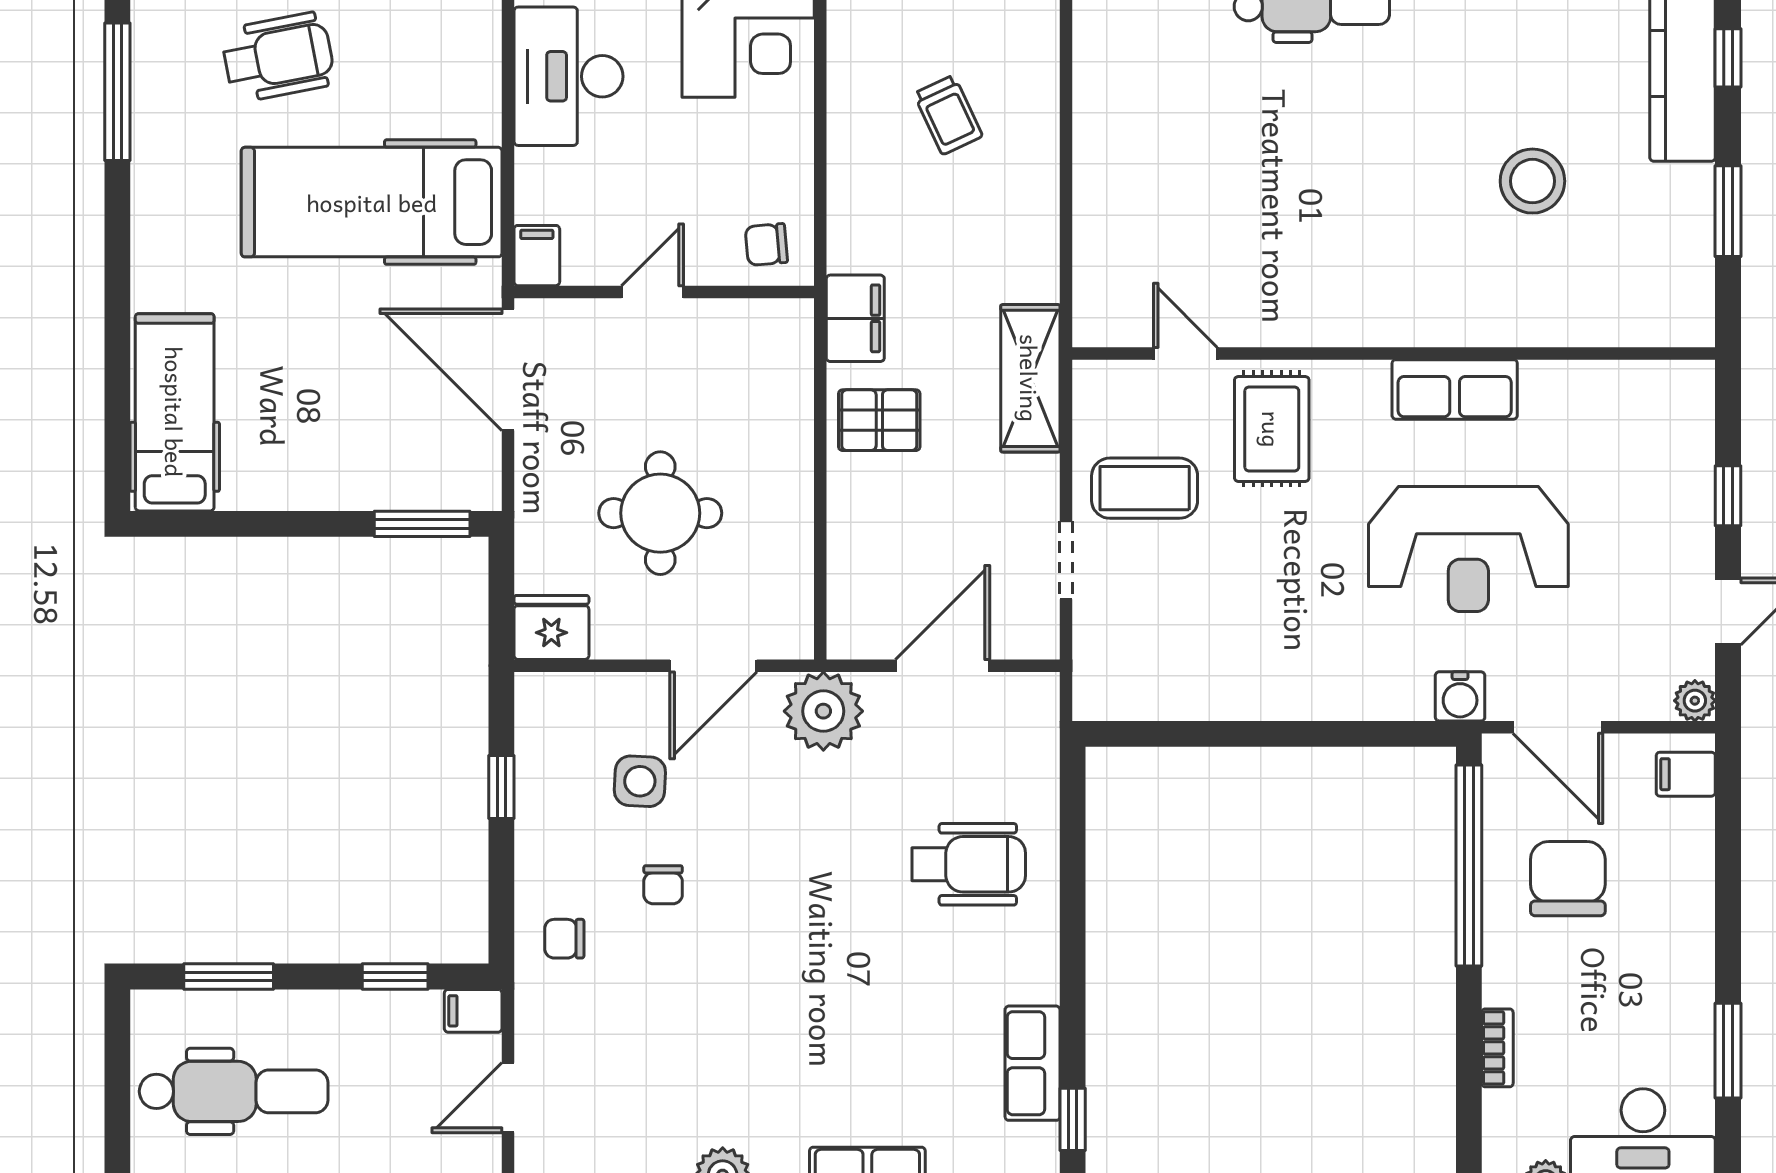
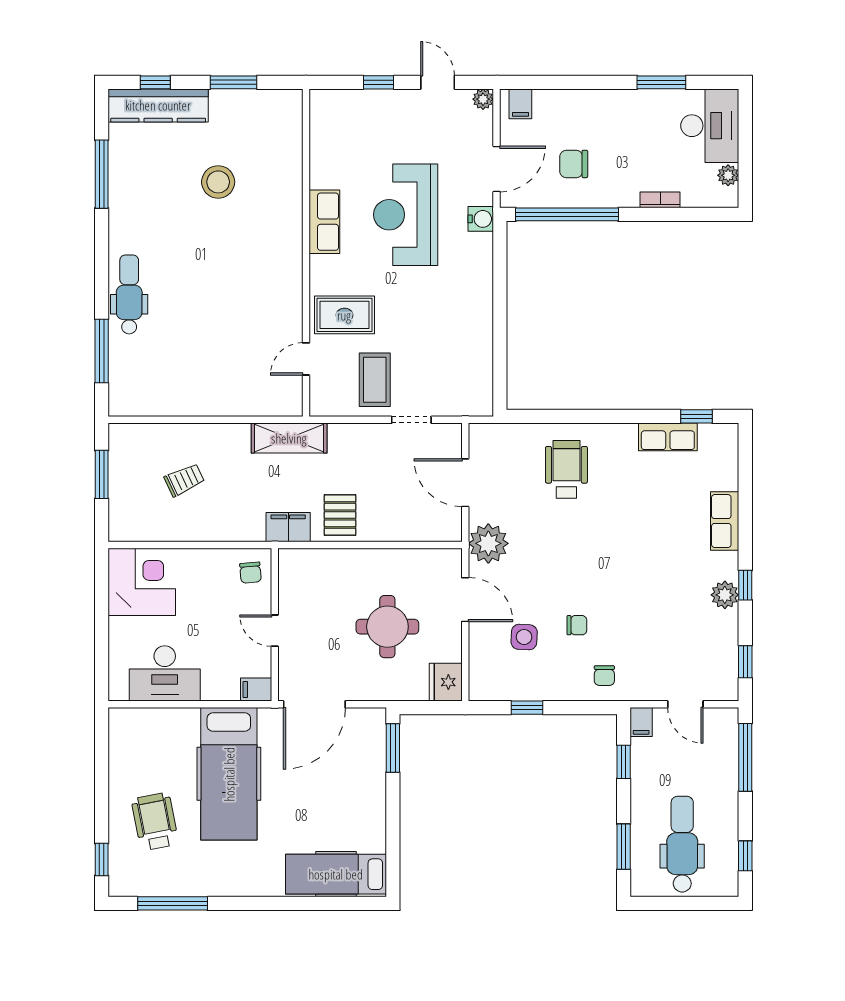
shelving: (1030, 378) -> (289, 438), moved
reception desk: (1468, 549) -> (406, 215), turned 180
chair: (1568, 879) -> (574, 164), width x0.73, depth x0.73

